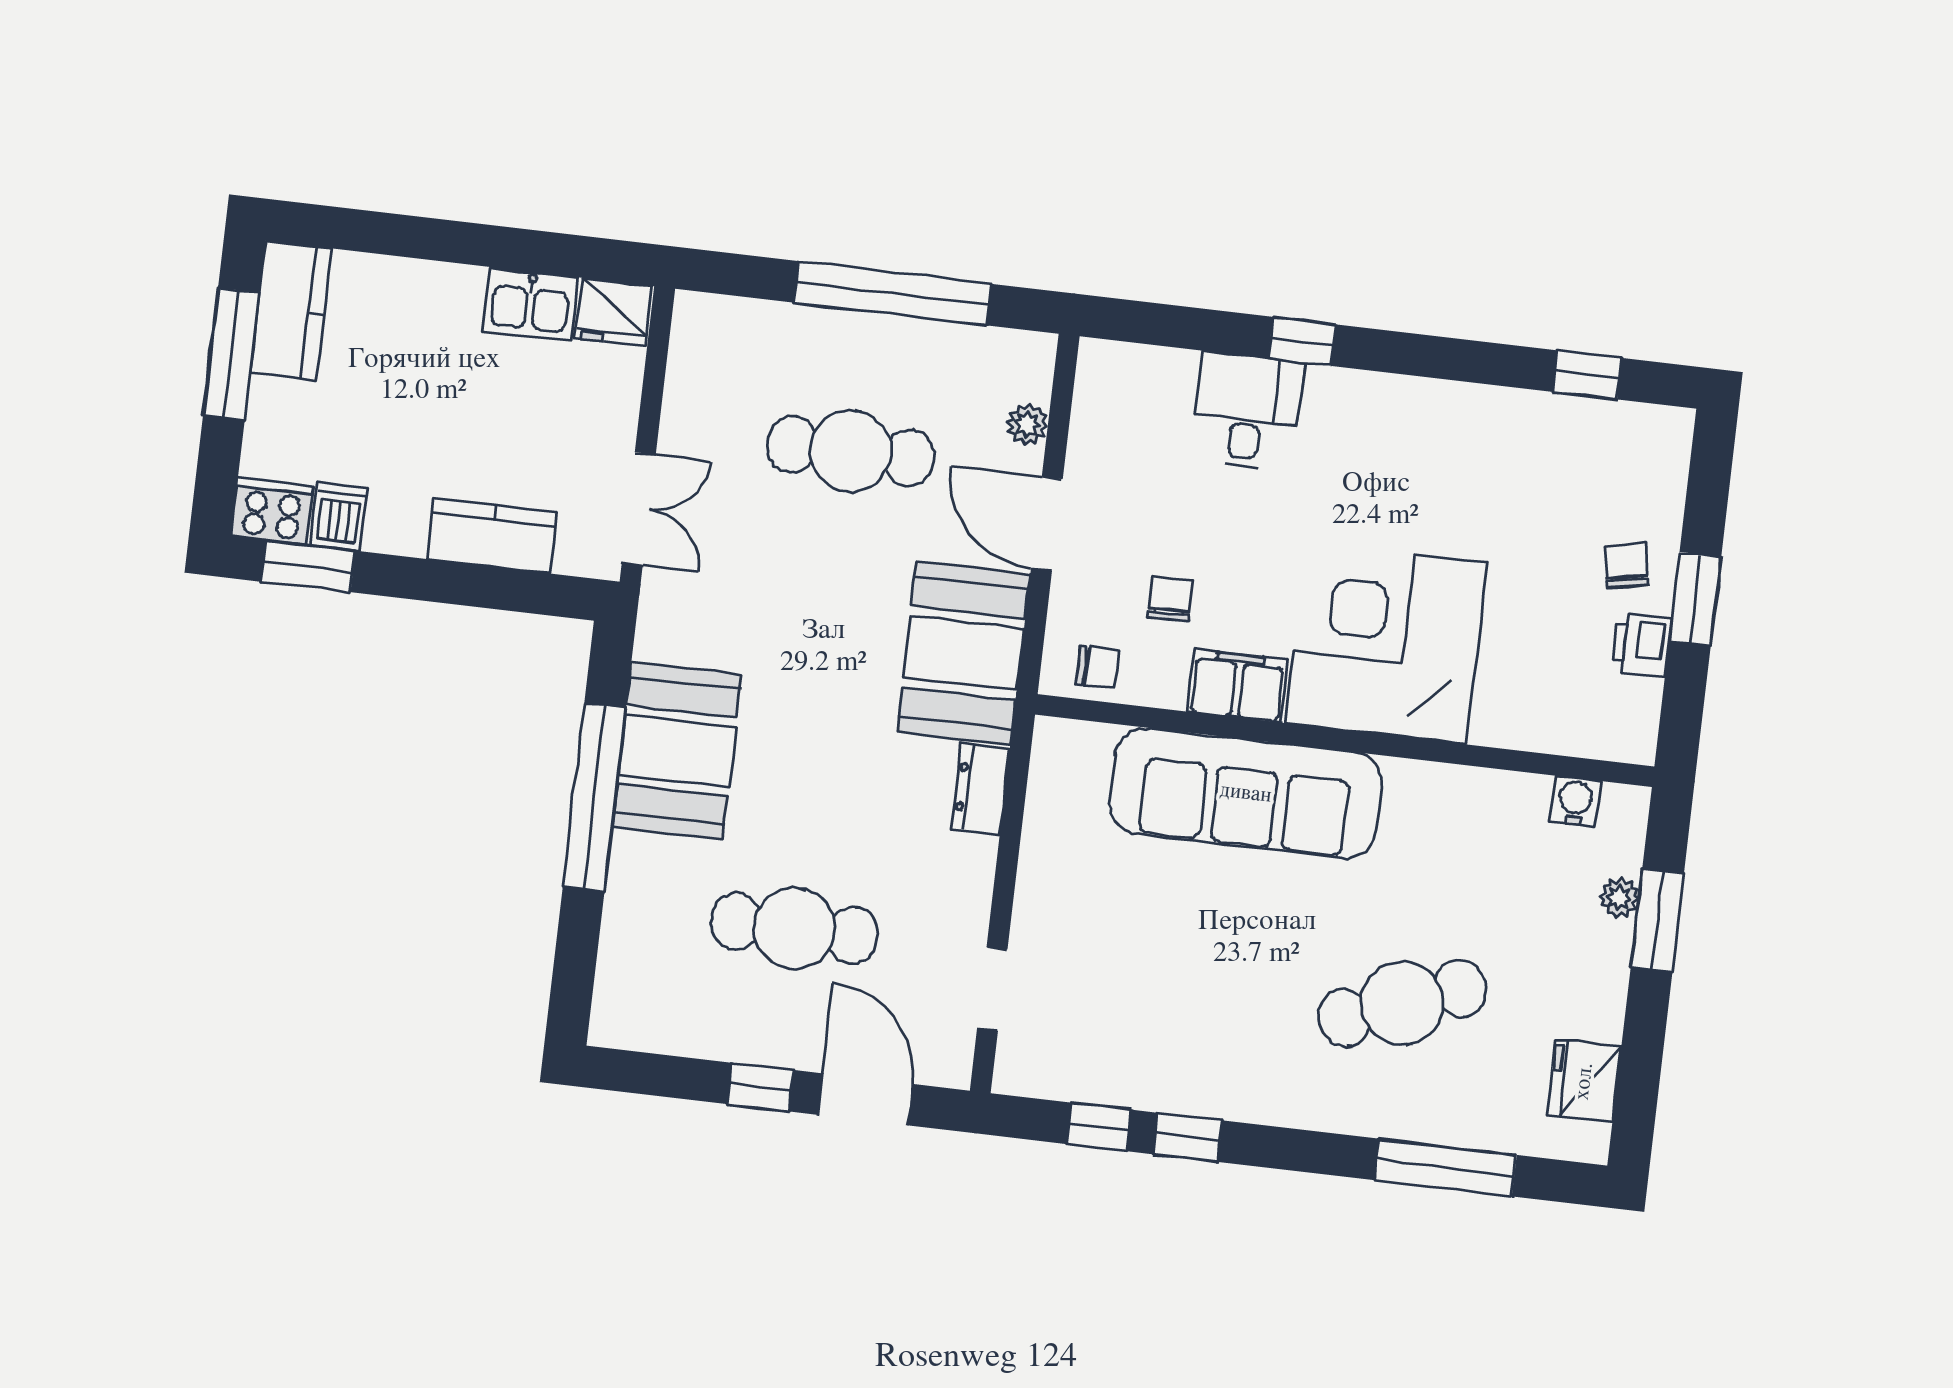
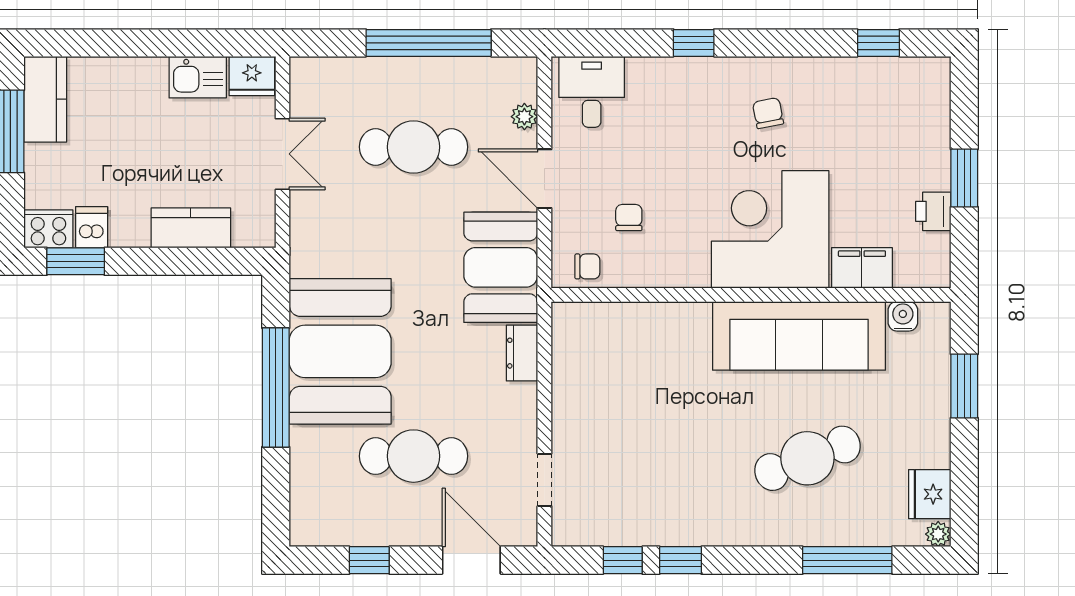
desk: (1247, 411) -> (592, 92), moved
double door: (639, 509) -> (283, 154), moved
chair: (1626, 566) -> (768, 113), moved
filing cabinet: (1238, 686) -> (862, 268), moved
booth: (677, 751) -> (340, 351), width x1.36, depth x1.42
sofa: (1246, 793) -> (799, 336), moved
plant: (1619, 898) -> (938, 534), moved
window: (760, 1087) -> (369, 560), moved

